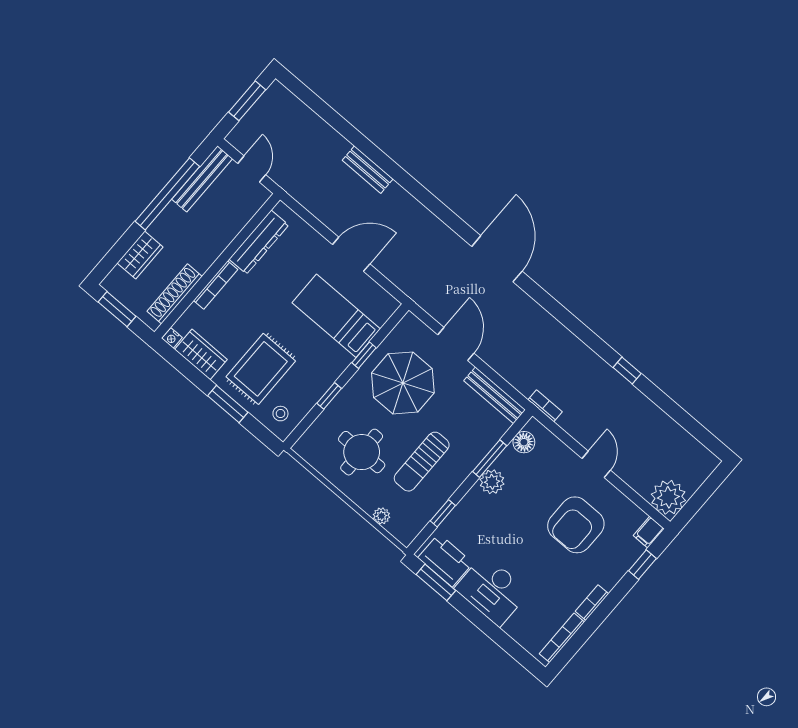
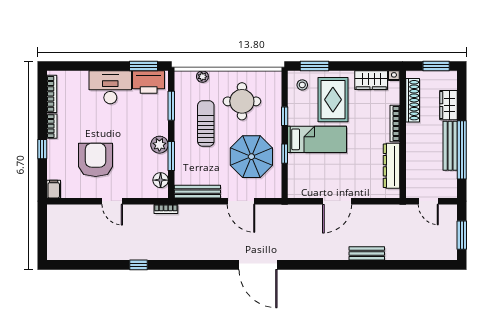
bench: (202, 179) -> (450, 146), moved
bed: (336, 316) -> (317, 139), moved
window: (228, 404) -> (315, 66), moved
plant: (668, 497) -> (59, 216), removed
window: (443, 513) -> (171, 106), width x1.50
window: (642, 565) -> (42, 149), moved

